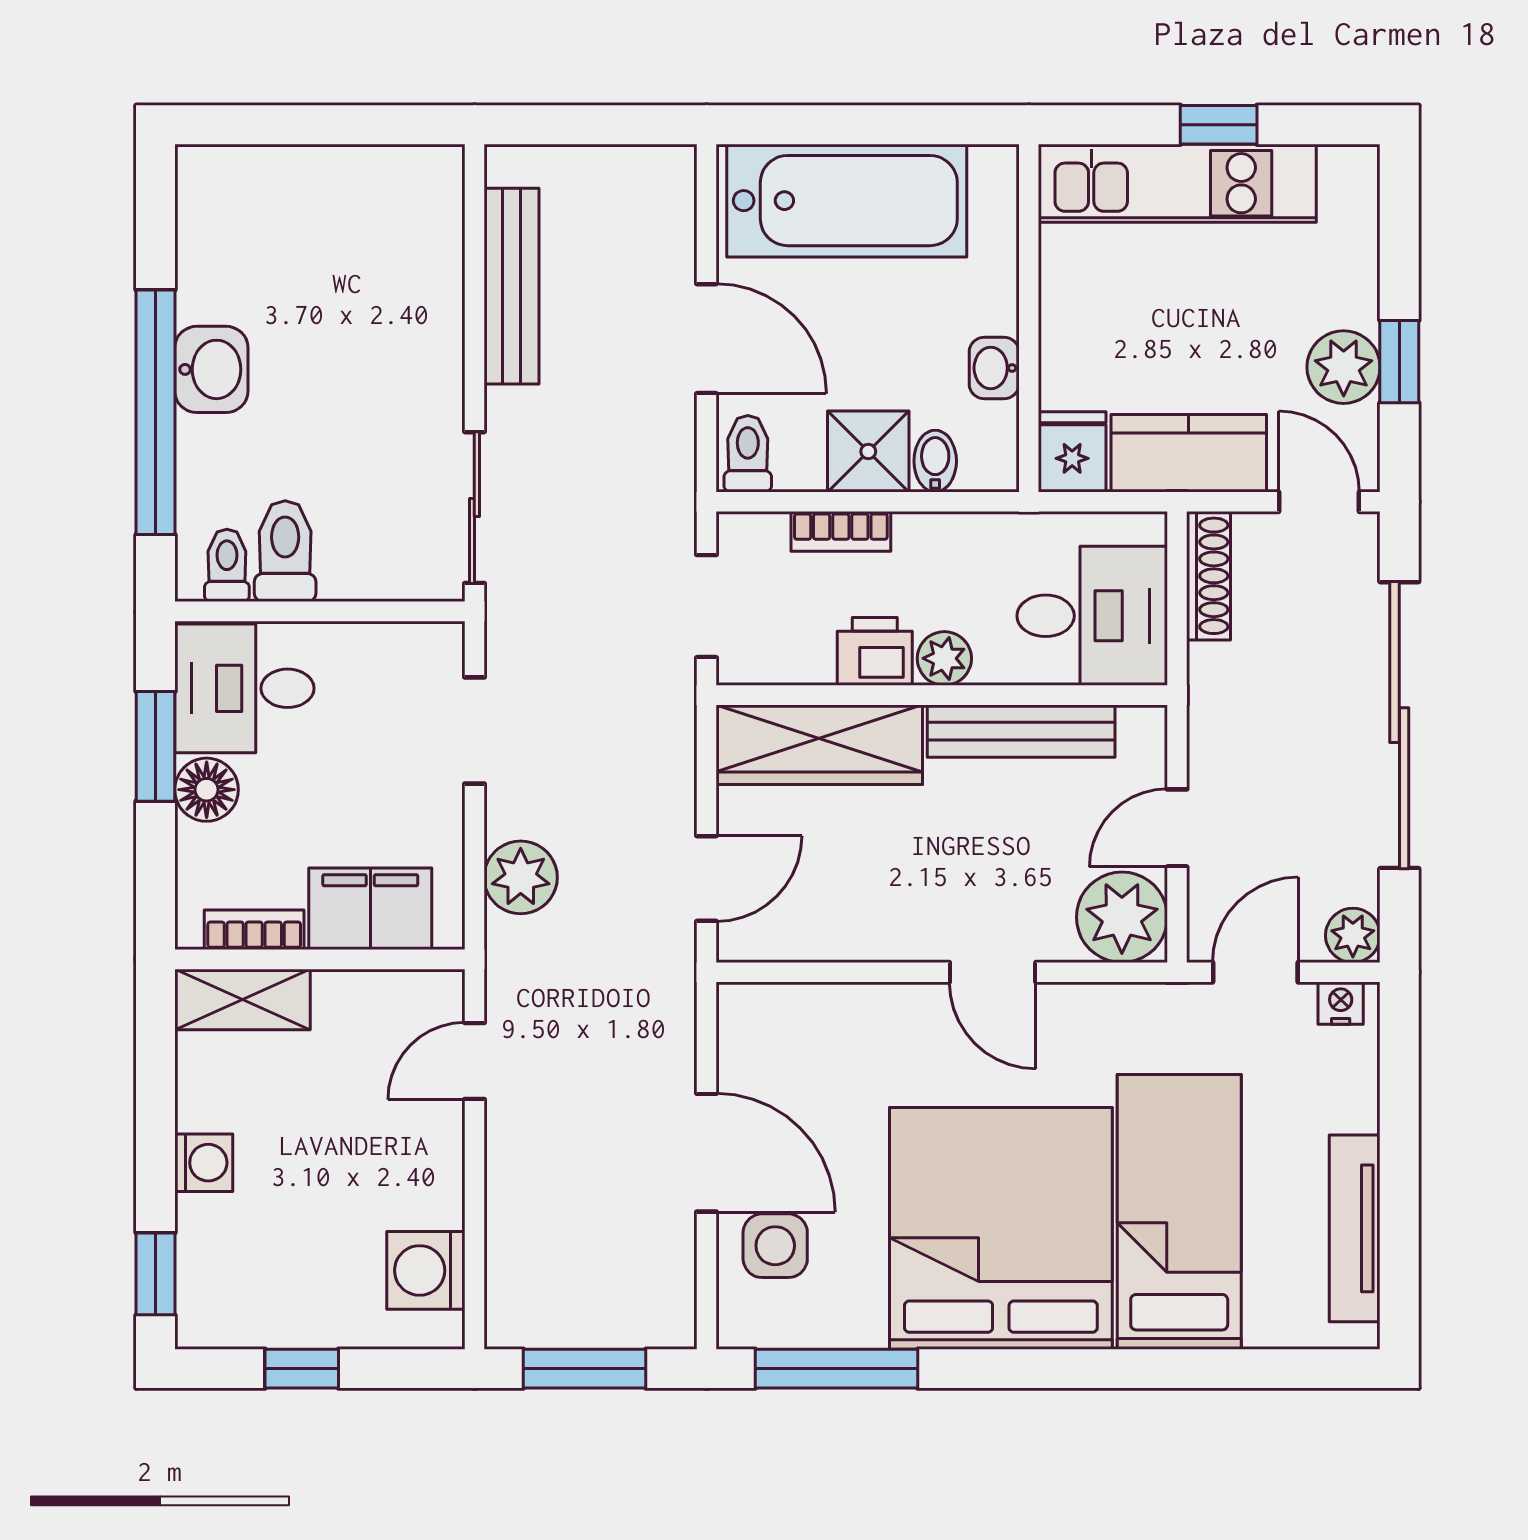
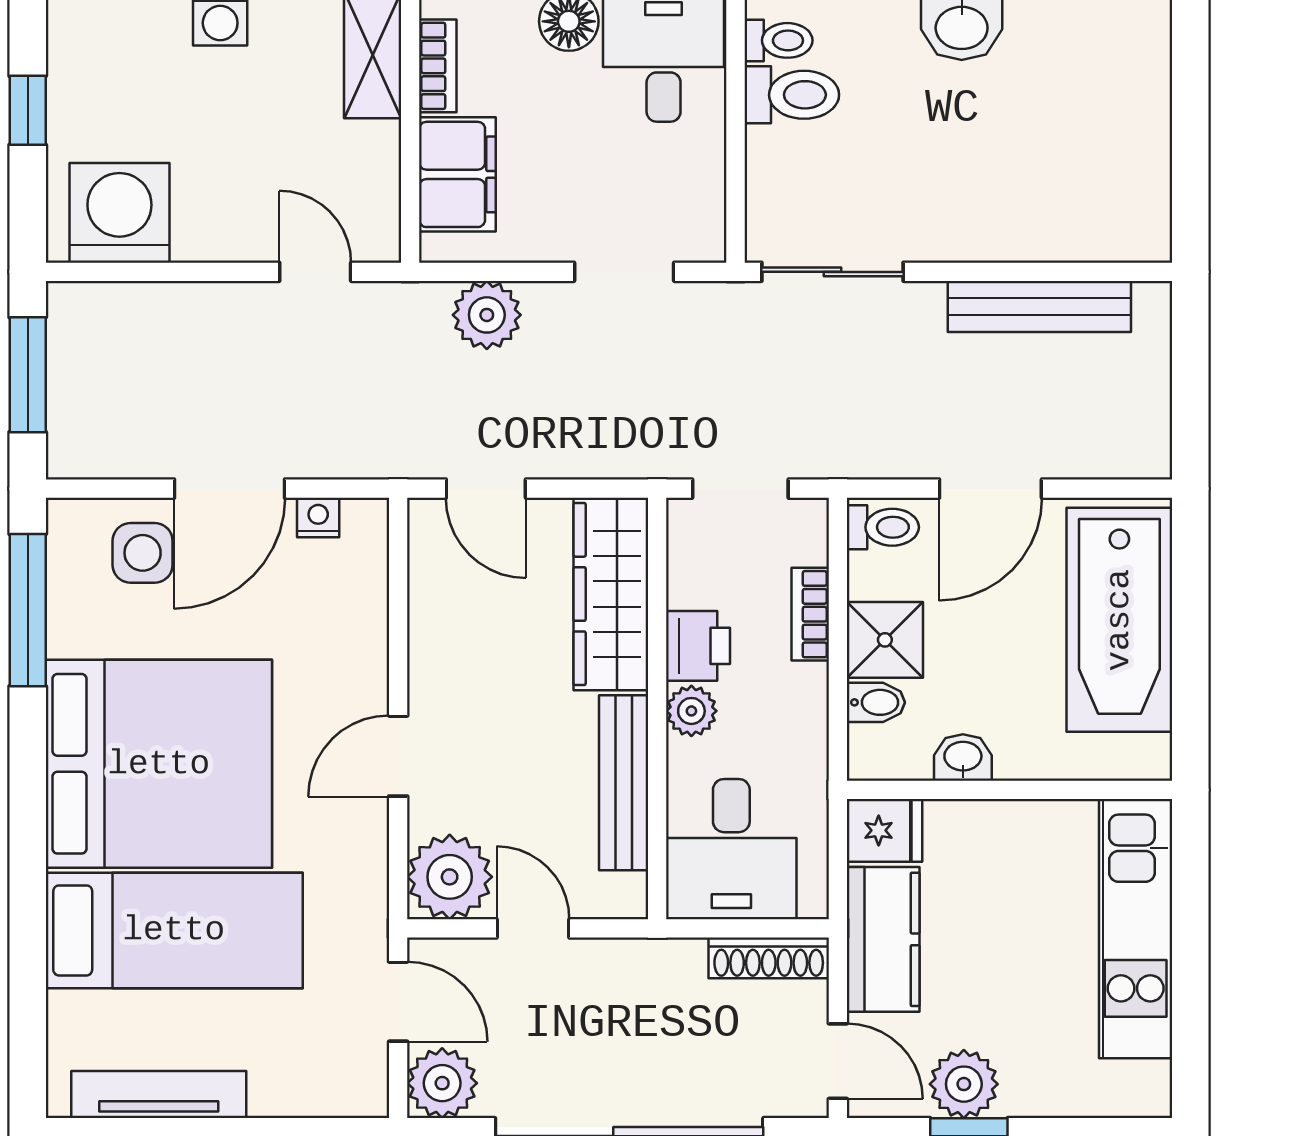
window: (1219, 125) -> (1190, 967), removed
door: (1319, 502) -> (838, 1061), hinge flipped
plant: (1353, 935) -> (442, 1083), width x1.38, depth x1.38
nightstand: (1341, 1003) -> (318, 517), moved, turned -90
washing machine: (426, 1270) -> (119, 213), width x1.37, depth x1.37

